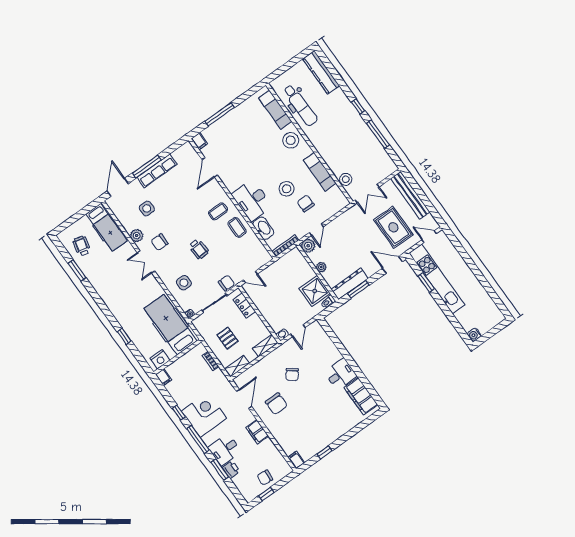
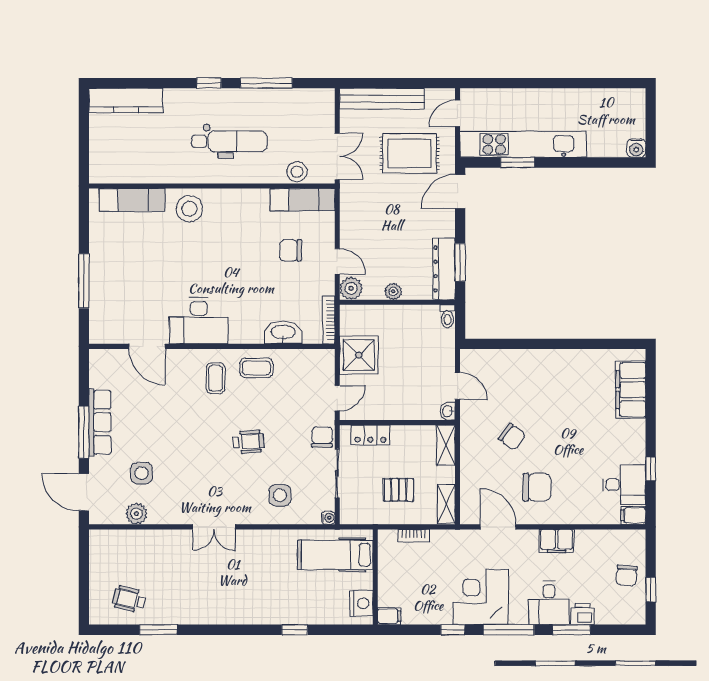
dental chair: (300, 105) -> (229, 141), moved
filing cabinet: (199, 141) -> (101, 335), removed
exam couch: (320, 172) -> (303, 200), moved
stool: (287, 189) -> (252, 262), removed
desk: (252, 200) -> (199, 321), moved
hospital bed: (107, 227) -> (128, 547), removed
plant: (137, 236) -> (136, 514), moved
chair: (160, 242) -> (200, 489), removed
shower: (315, 291) -> (359, 355), moved
hospital bed: (171, 325) -> (335, 555), width x0.73, depth x0.78
desk: (340, 374) -> (624, 485), moved, turned 90
filing cabinet: (361, 396) -> (631, 390), moved, turned 90

